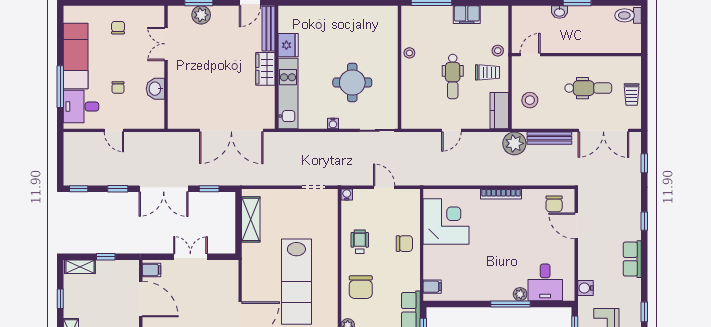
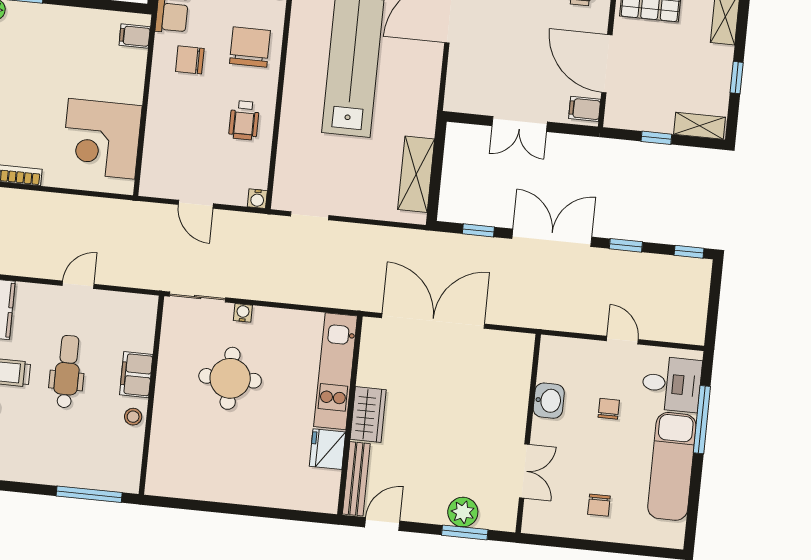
filing cabinet: (467, 15) -> (136, 375), moved, turned -90
water cooler: (333, 123) -> (243, 313), moved
chair: (404, 244) -> (190, 60), moved

